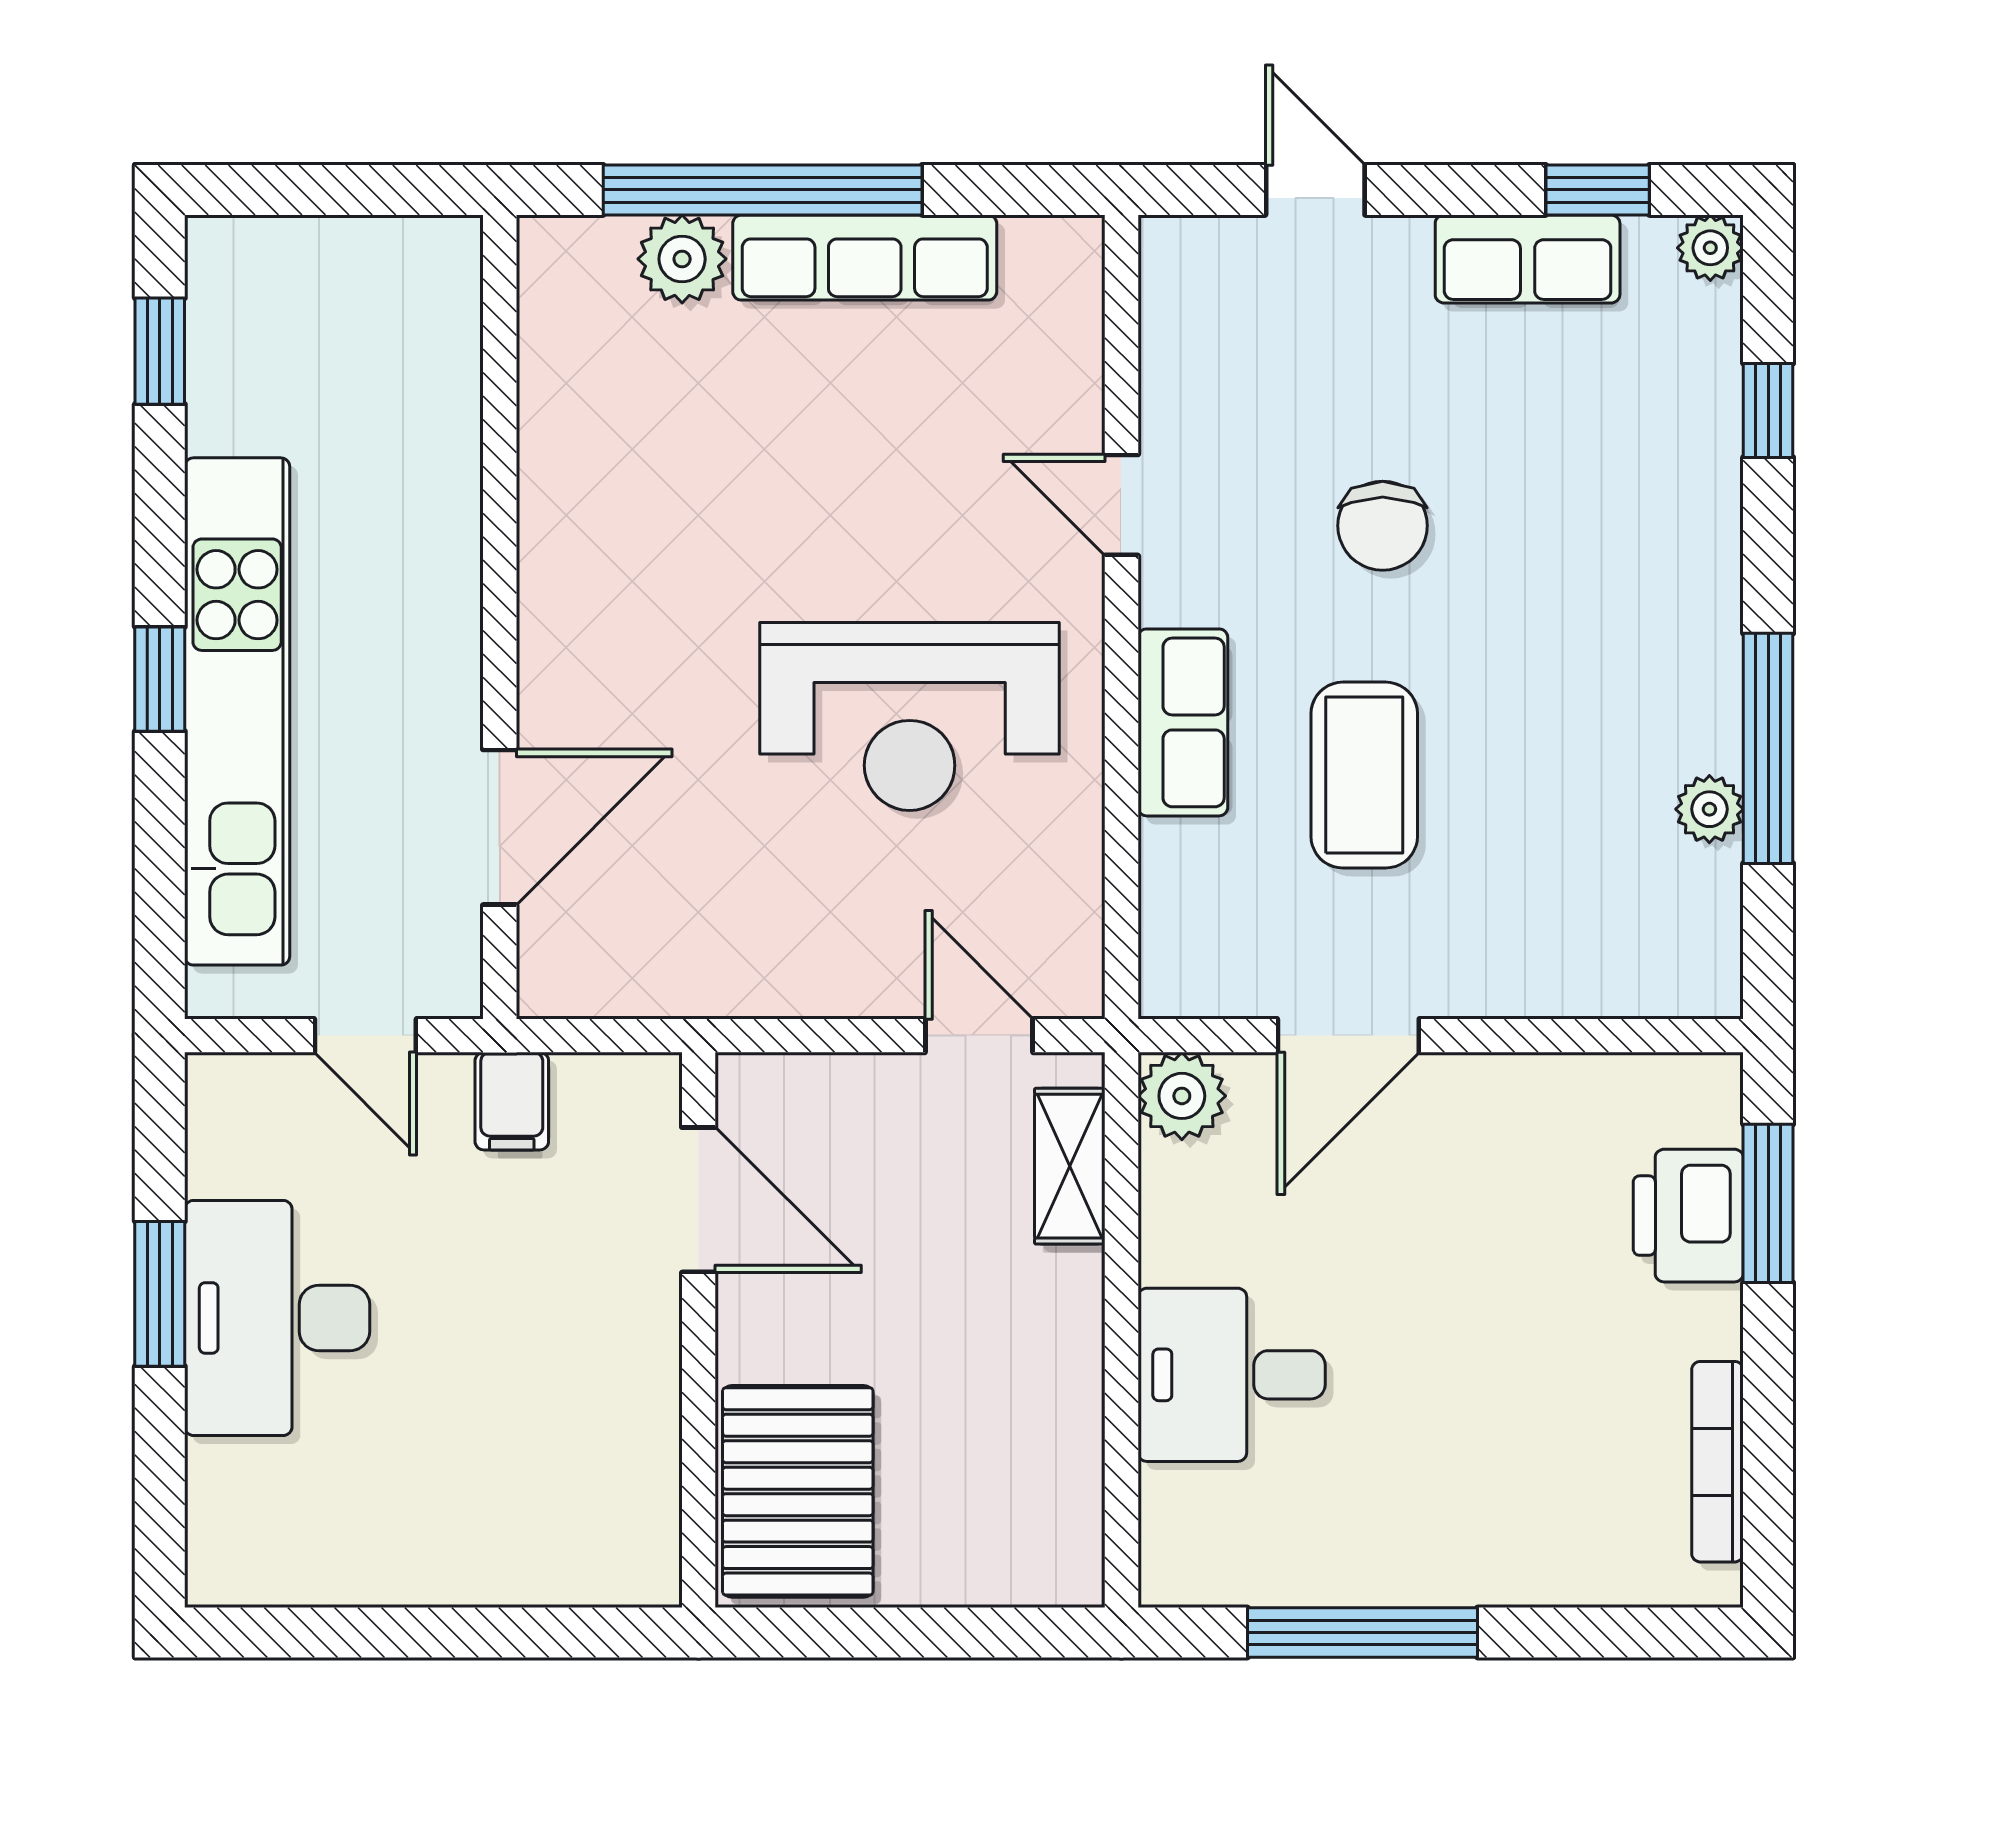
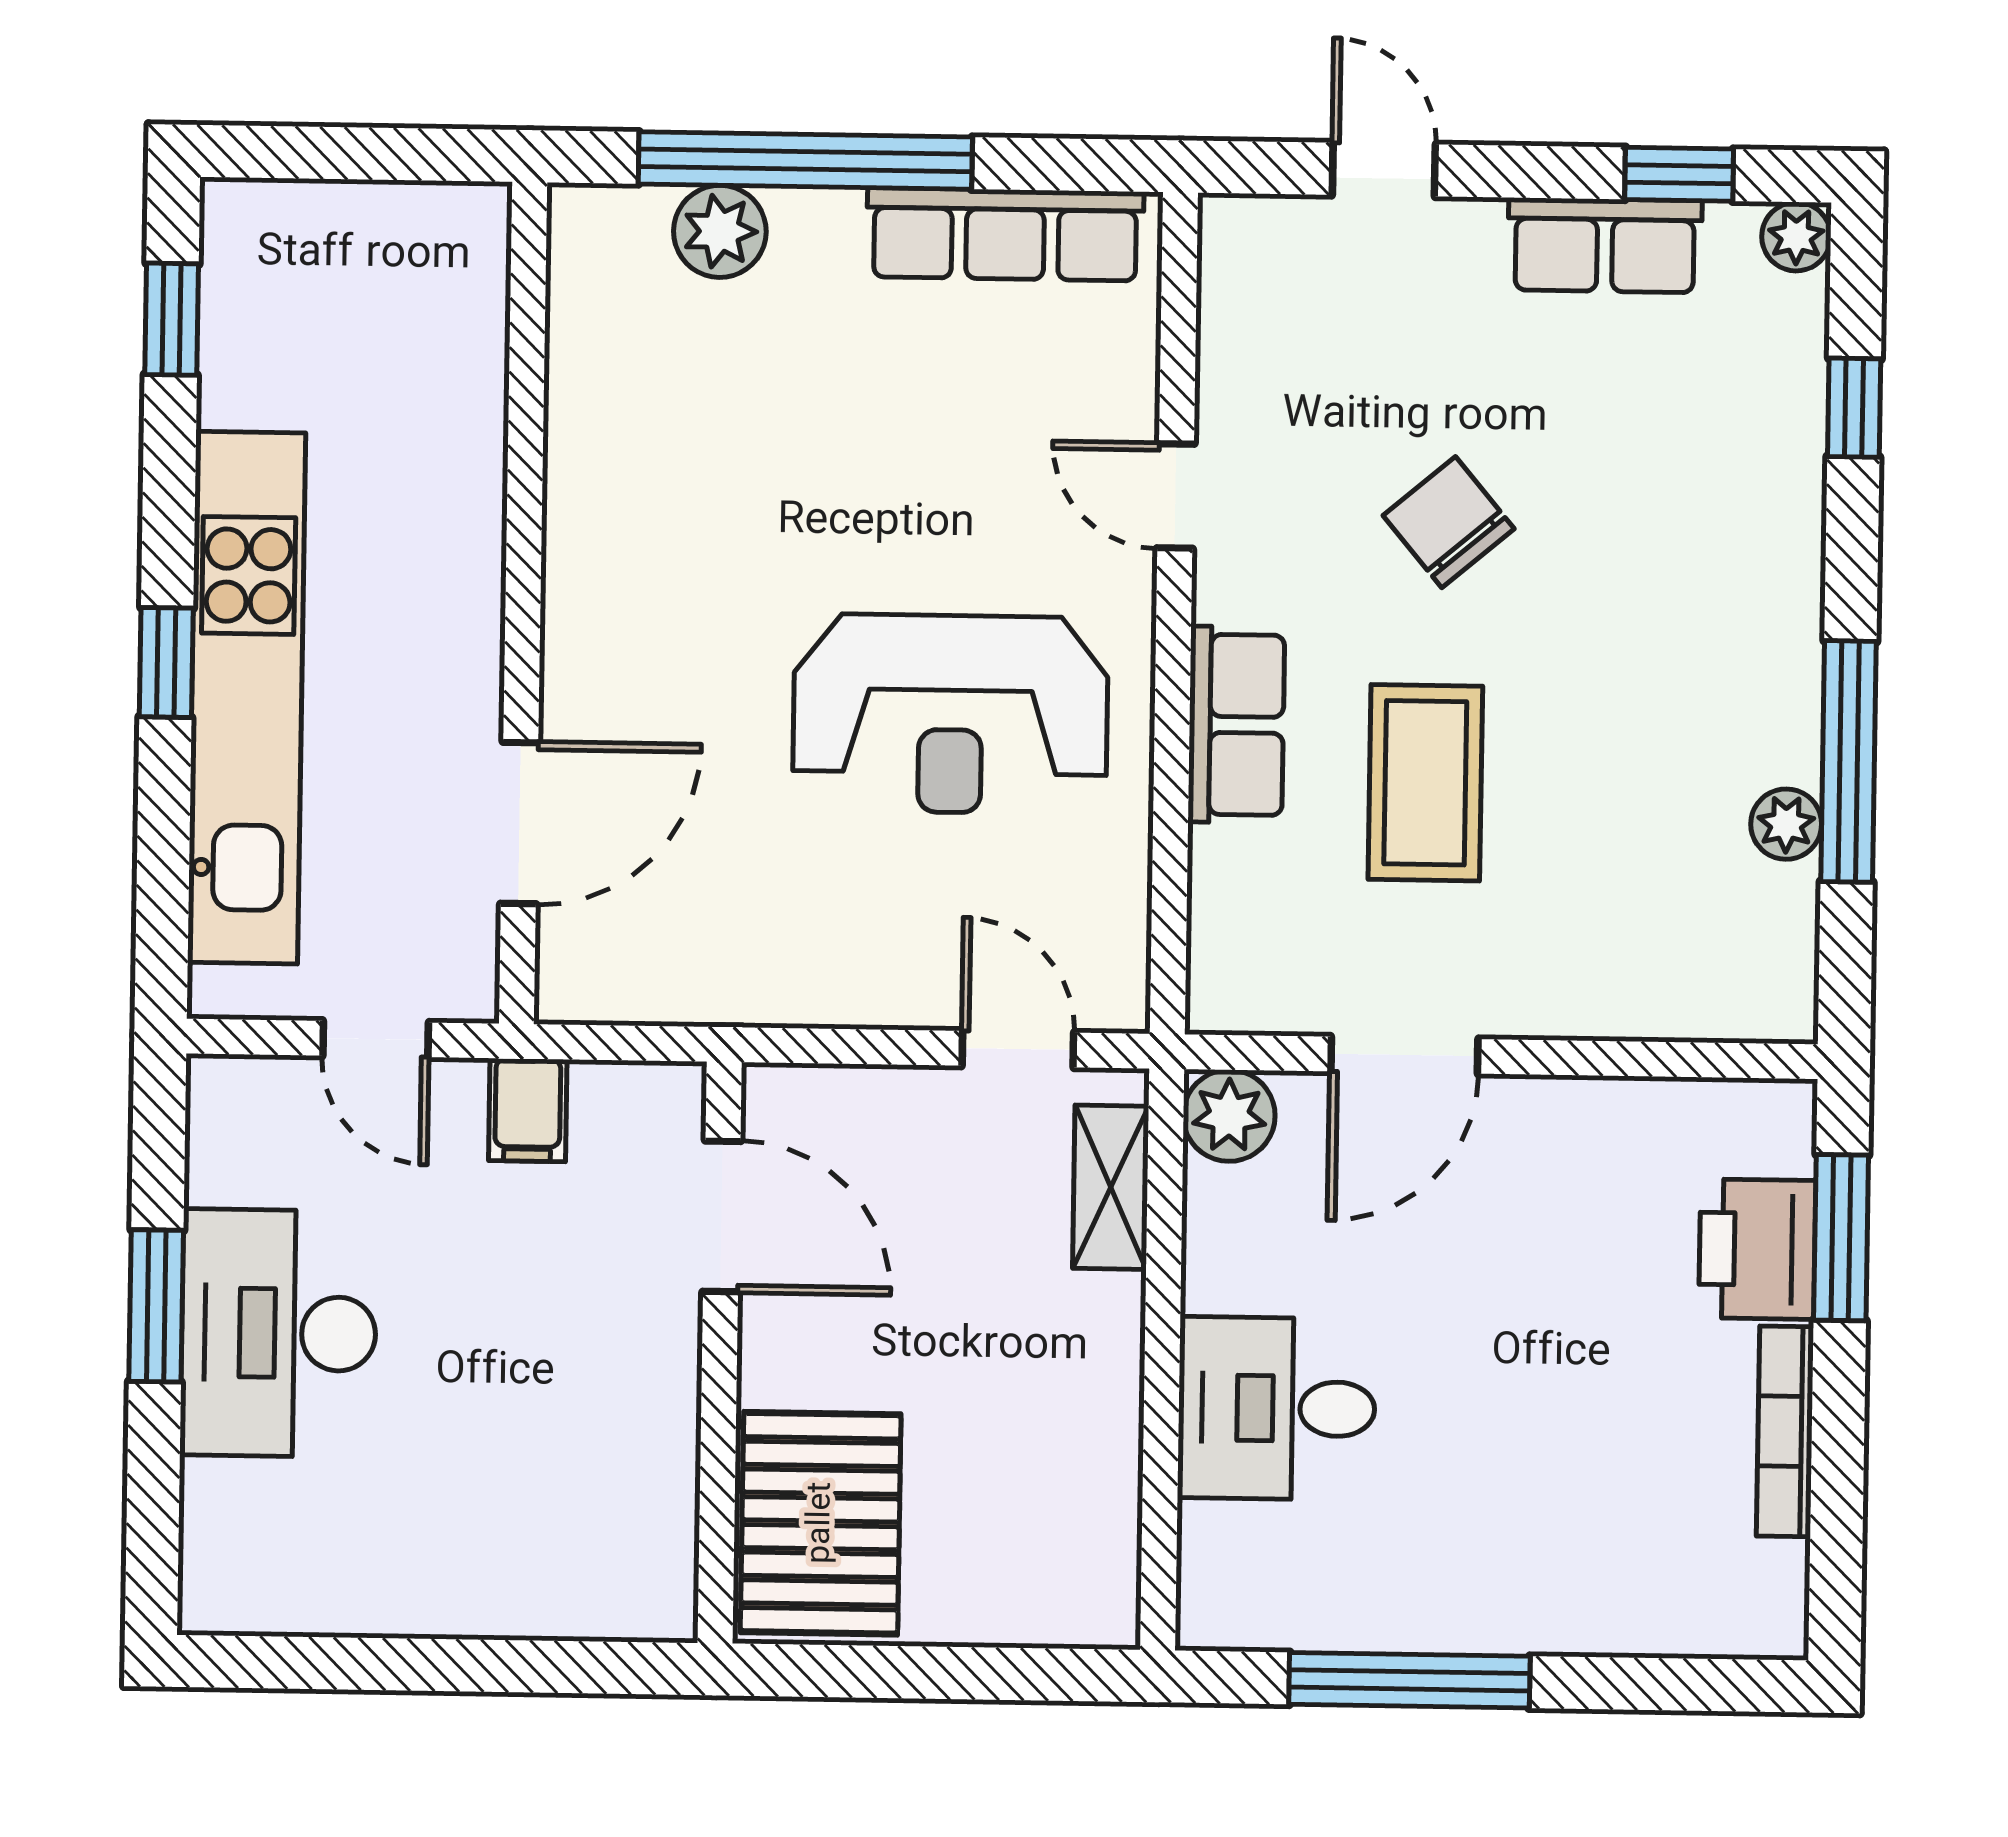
row of seats: (865, 258) -> (1005, 234), moved
chair: (1383, 526) -> (1449, 522), turned 140
bookcase: (1718, 1462) -> (1785, 1431), moved

